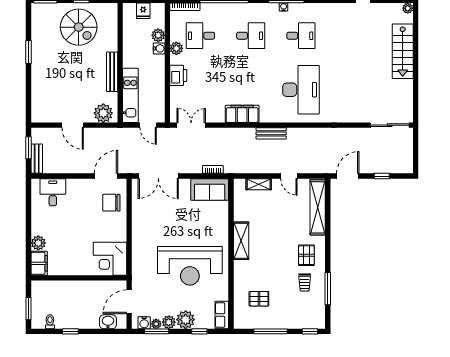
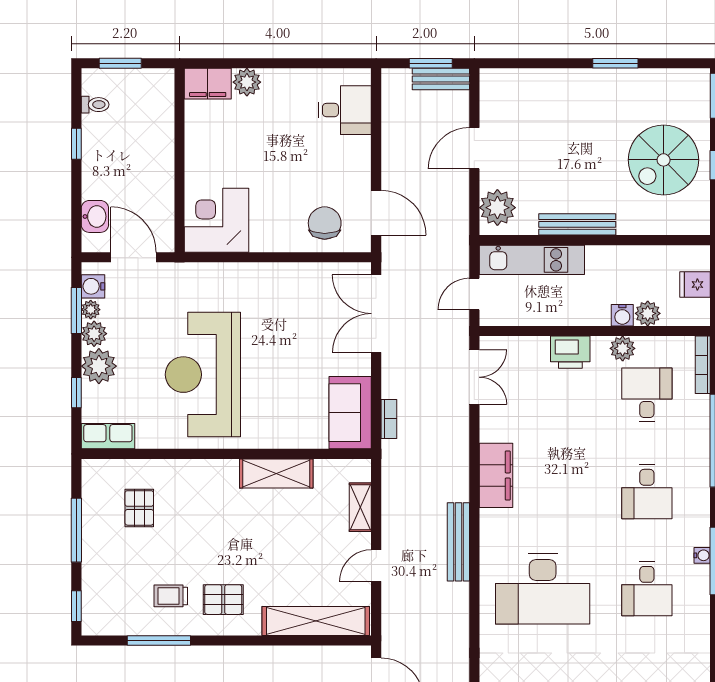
bench: (271, 133) -> (458, 542), width x1.36
bench: (37, 159) -> (441, 79), moved
shelving: (241, 241) -> (276, 473), moved

